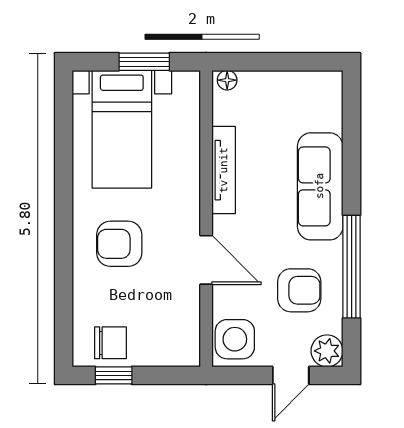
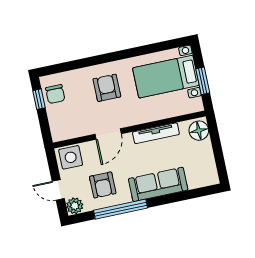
floor lamp: (227, 80) -> (199, 131), width x1.89, depth x1.89

